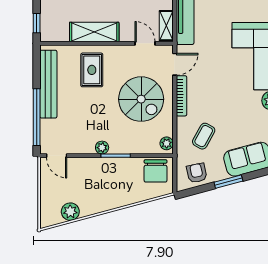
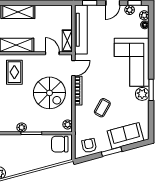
coffee table: (204, 136) -> (102, 108), moved
chair: (156, 171) -> (60, 144), turned 90

